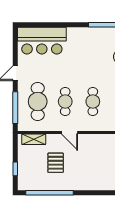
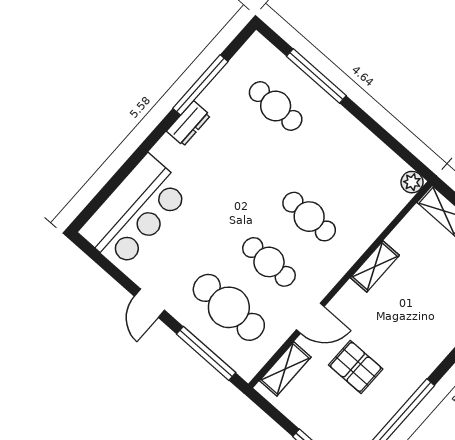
dresser: (88, 32) -> (189, 123), added
door: (70, 133) -> (310, 318), moved
shelving: (96, 139) -> (375, 267), added

